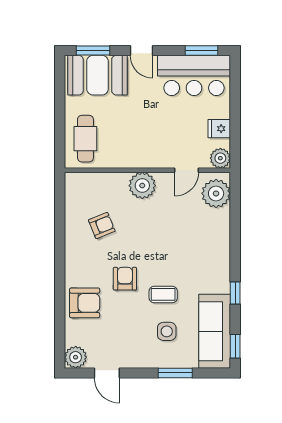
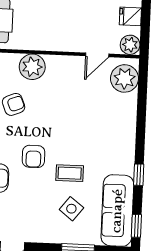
plant: (142, 186) -> (32, 67), moved
armchair: (125, 279) -> (34, 156), turned 180
side table: (167, 331) -> (71, 209), turned 38

